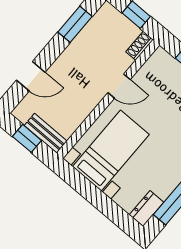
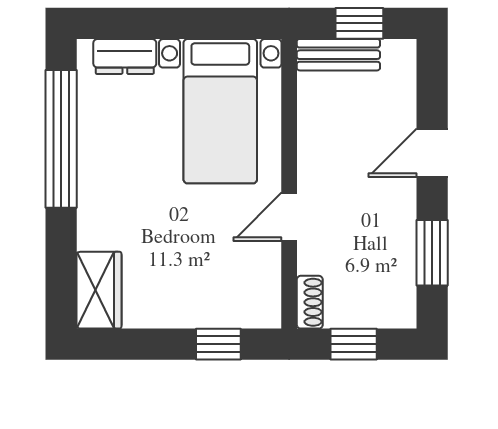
door: (31, 76) -> (432, 153), moved
dresser: (147, 209) -> (125, 56), moved, turned 90

